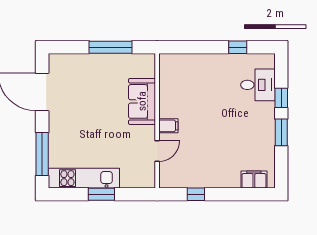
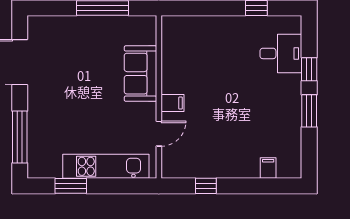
kitchen unit: (84, 178) -> (106, 166), moved
filing cabinet: (254, 180) -> (268, 168), width x0.50
window: (101, 194) -> (71, 186), moved

